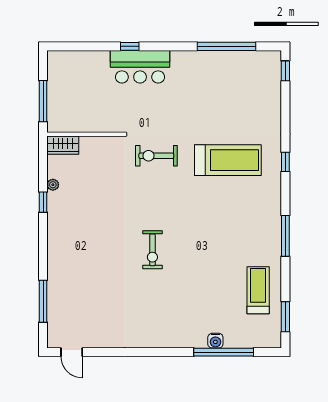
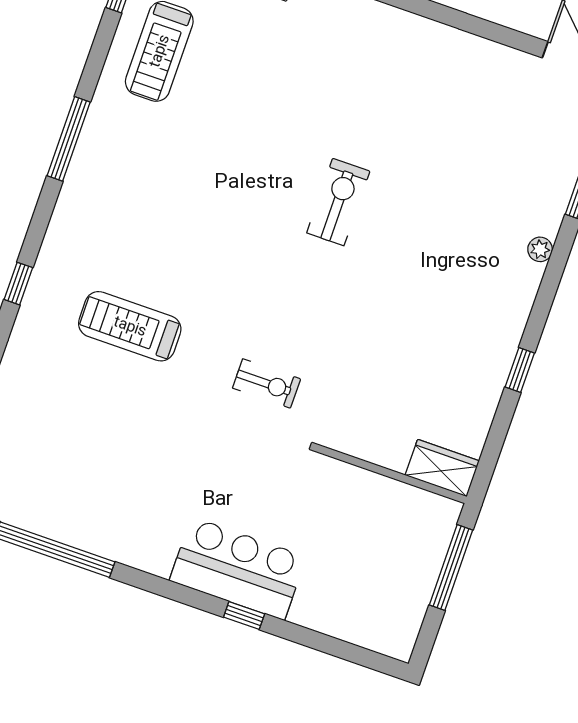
exercise bike: (156, 156) -> (267, 383), width x0.73, depth x0.72
treadmill: (228, 160) -> (130, 326), width x0.73, depth x0.73
plant: (53, 185) -> (540, 249), moved

